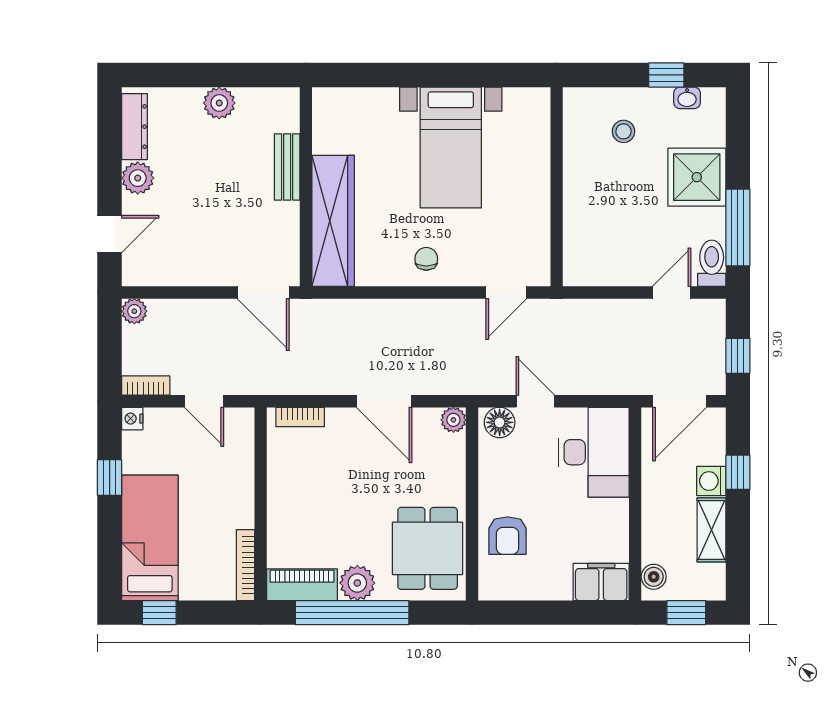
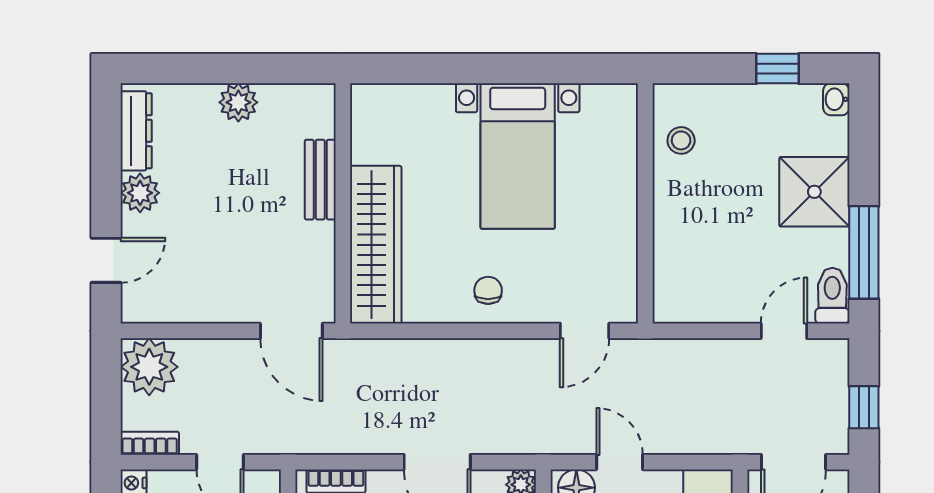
washbasin: (687, 98) -> (836, 99), moved, turned 90
stool: (623, 131) -> (681, 140), moved
plant: (134, 311) -> (149, 367), width x1.88, depth x1.88

